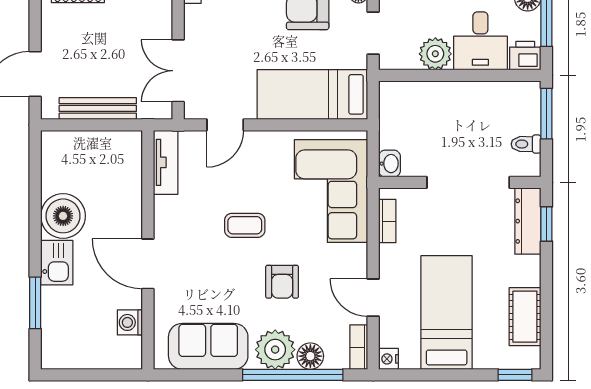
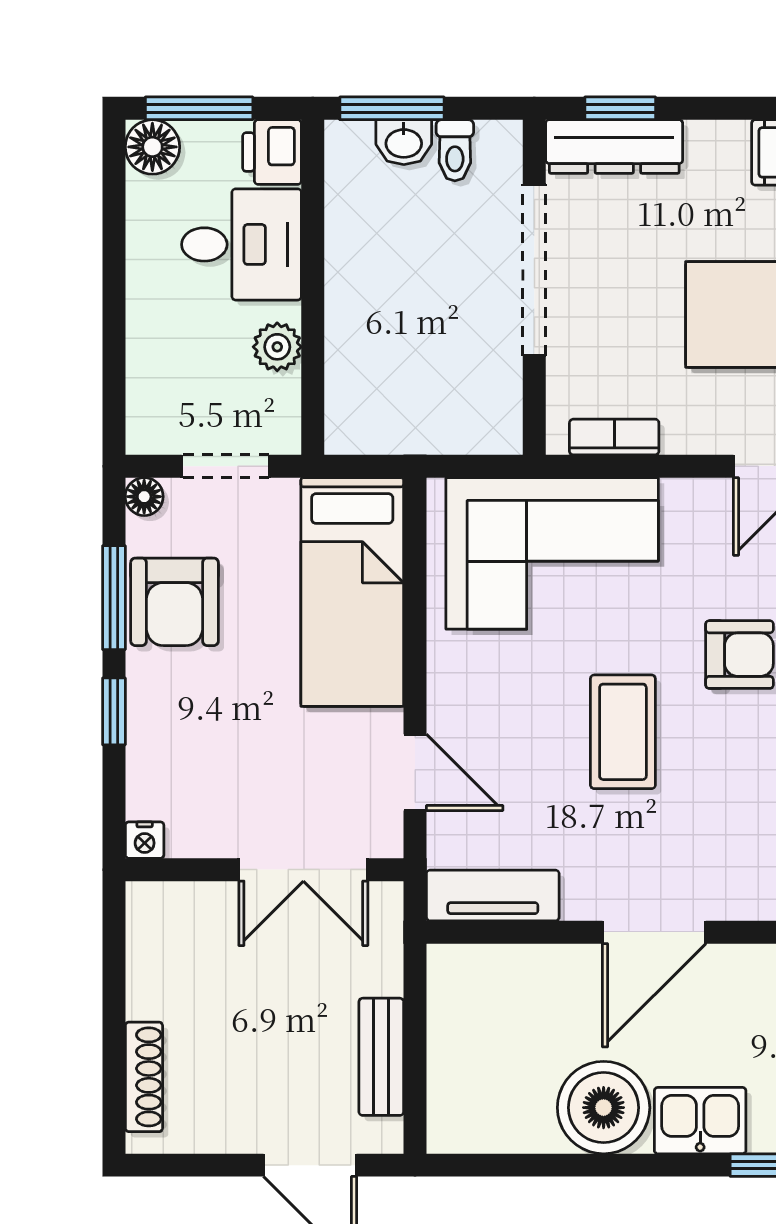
plant: (435, 54) -> (277, 347), width x0.73, depth x0.73
bench: (98, 108) -> (381, 1057), width x0.73
washbasin: (390, 164) -> (404, 142), moved, turned 180
coffee table: (245, 225) -> (623, 732), width x1.36, depth x1.30
door: (148, 264) -> (654, 932), moved

